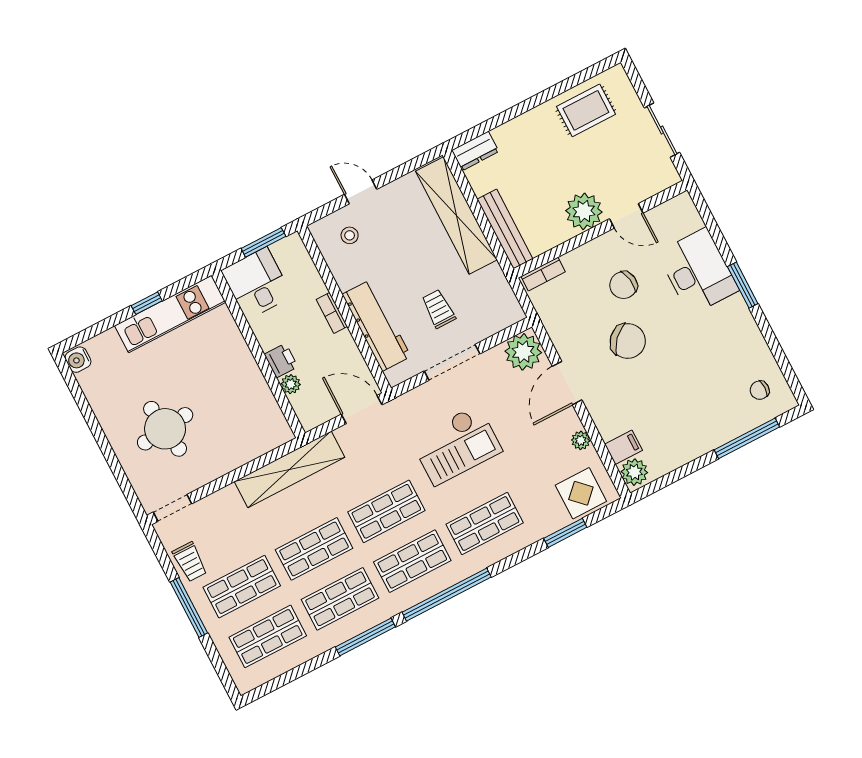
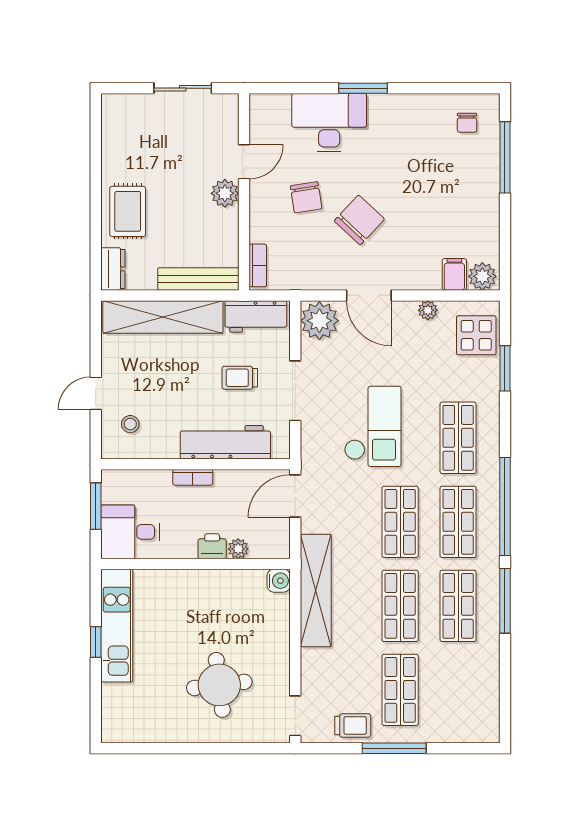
rug: (586, 110) -> (128, 211), moved
plant: (584, 211) -> (225, 193), width x0.73, depth x0.73
workbench: (498, 295) -> (256, 316), added
water cooler: (78, 360) -> (279, 581), moved, turned -90
shop shelf: (268, 636) -> (458, 690), removed

